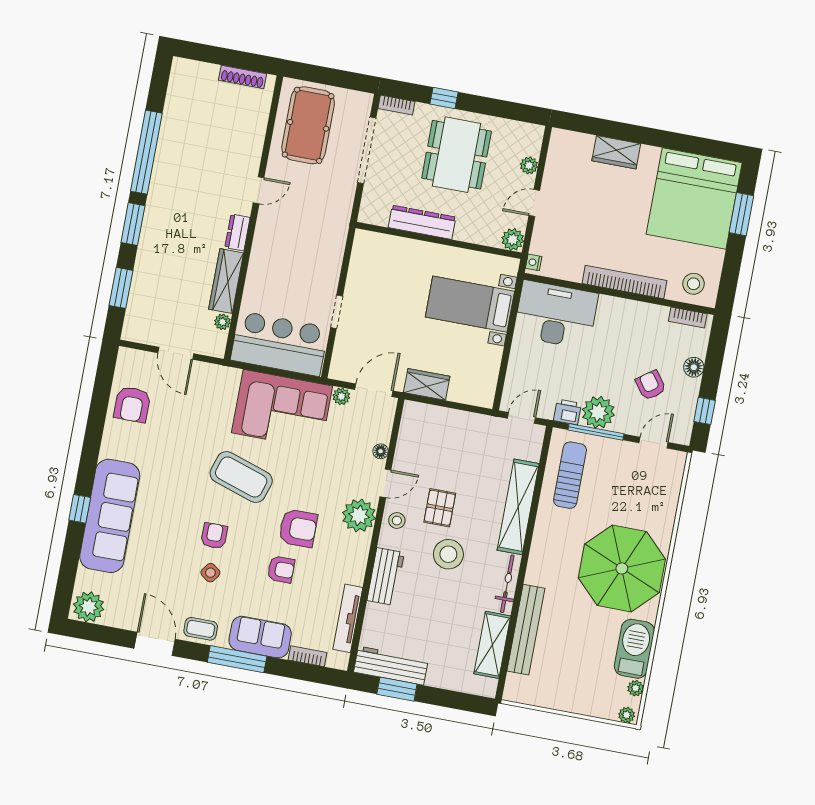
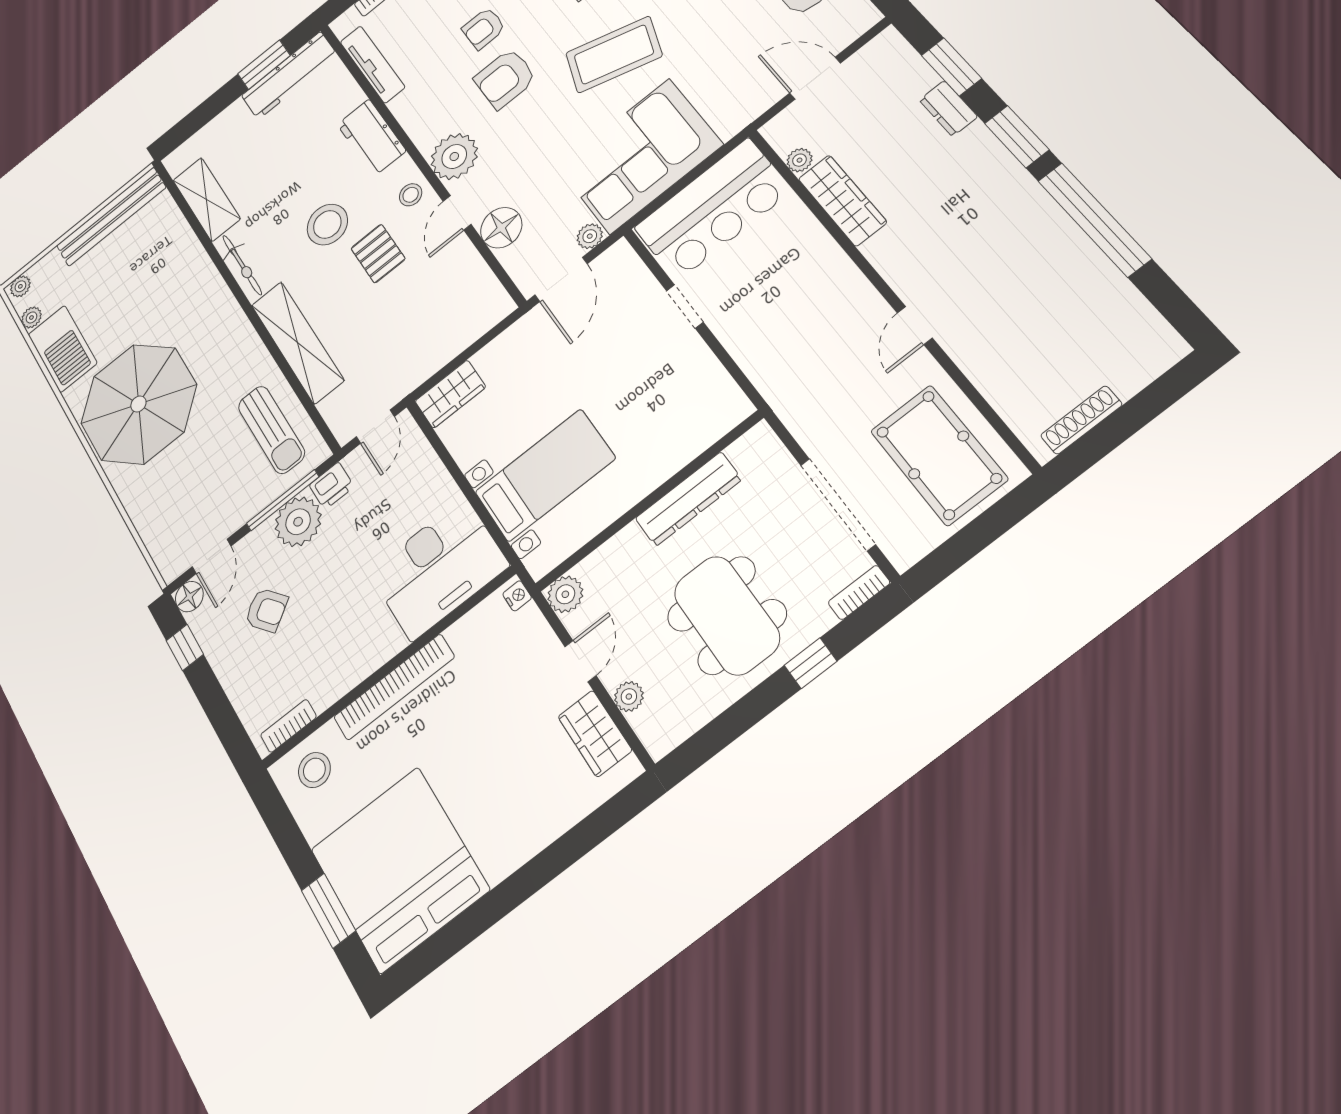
wardrobe: (616, 152) -> (595, 733), moved, turned -90
dresser: (238, 233) -> (948, 108), moved, turned 180
floor lamp: (694, 367) -> (189, 597), moved
wardrobe: (427, 384) -> (450, 394), moved
floor lamp: (381, 451) -> (501, 228), width x1.89, depth x1.89
bench: (526, 630) -> (111, 217), moved, turned 90

